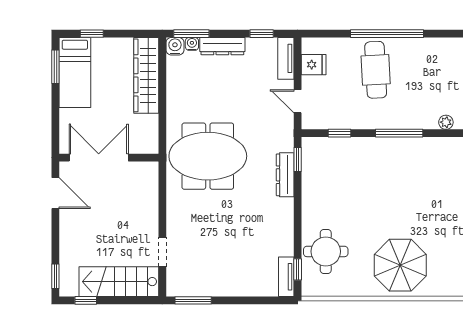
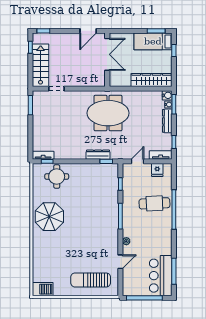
meeting table: (208, 156) -> (108, 113), turned 90

